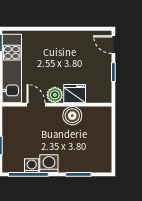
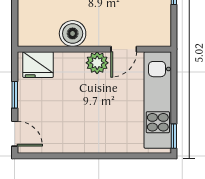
fridge: (75, 94) -> (38, 65), moved
door: (36, 105) -> (124, 49), hinge flipped

